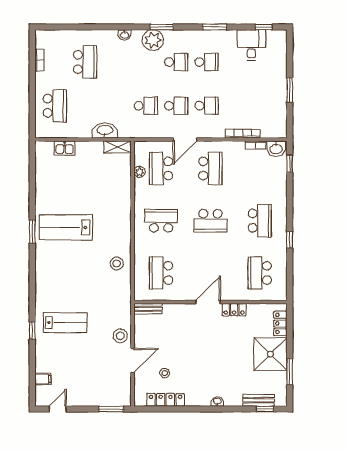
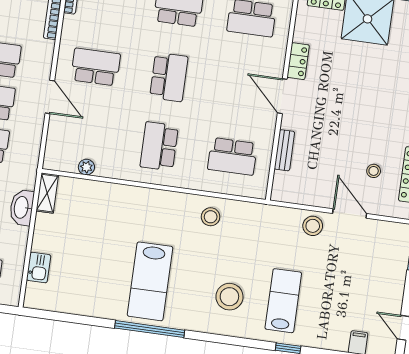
school desk: (161, 168) -> (86, 136), removed
window: (32, 232) -> (150, 329), width x2.11
stool: (63, 284) -> (229, 297), added
bench: (148, 309) -> (284, 150), moved

